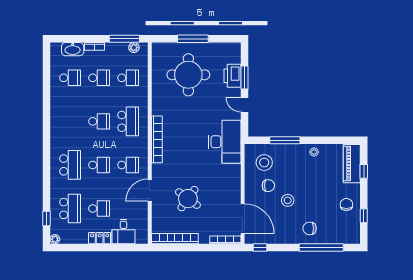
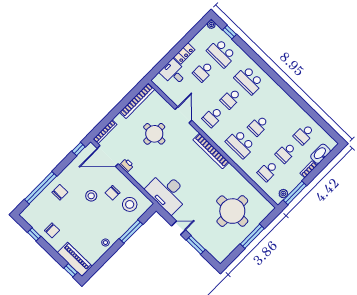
printer: (232, 76) -> (127, 165), moved, width x0.53, depth x0.68
window: (364, 171) -> (71, 270), moved
round table: (188, 199) -> (154, 134), turned -36

